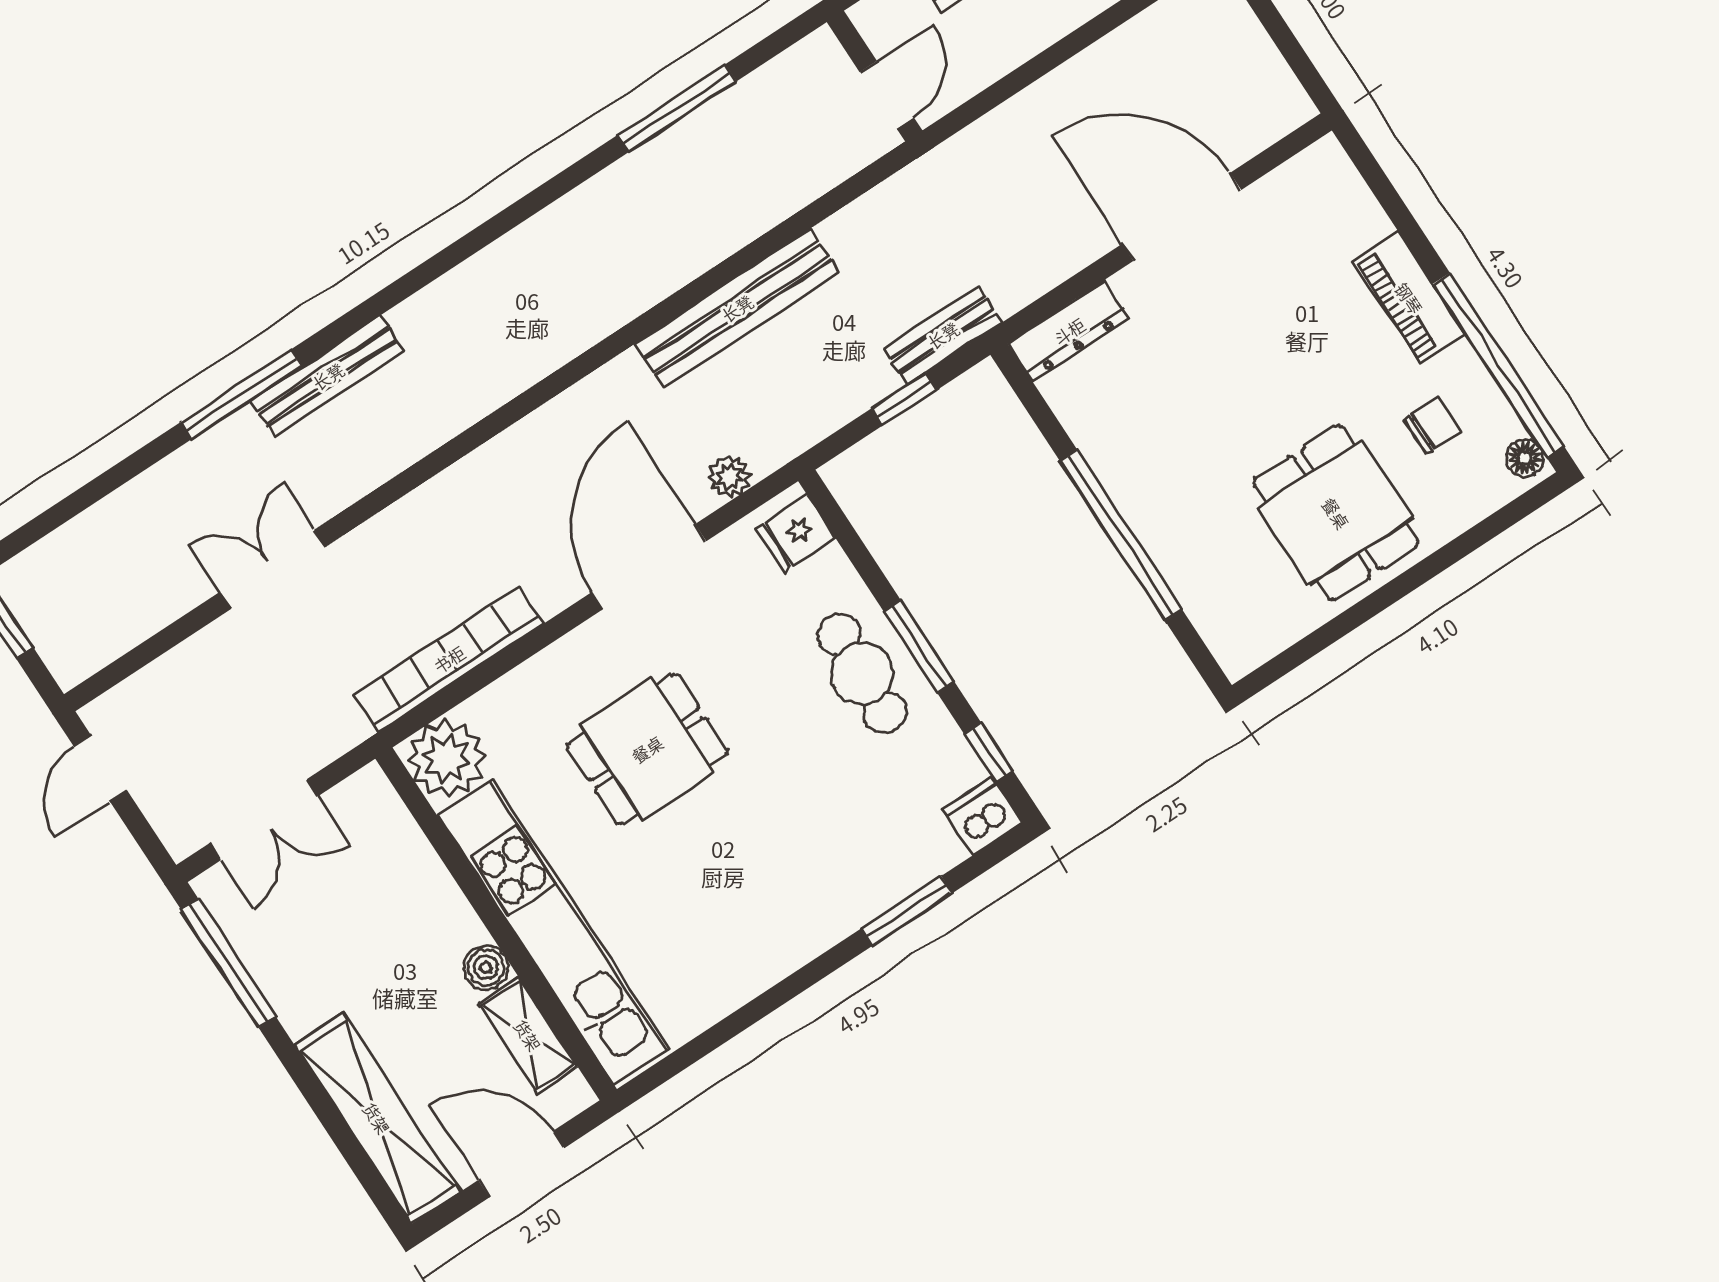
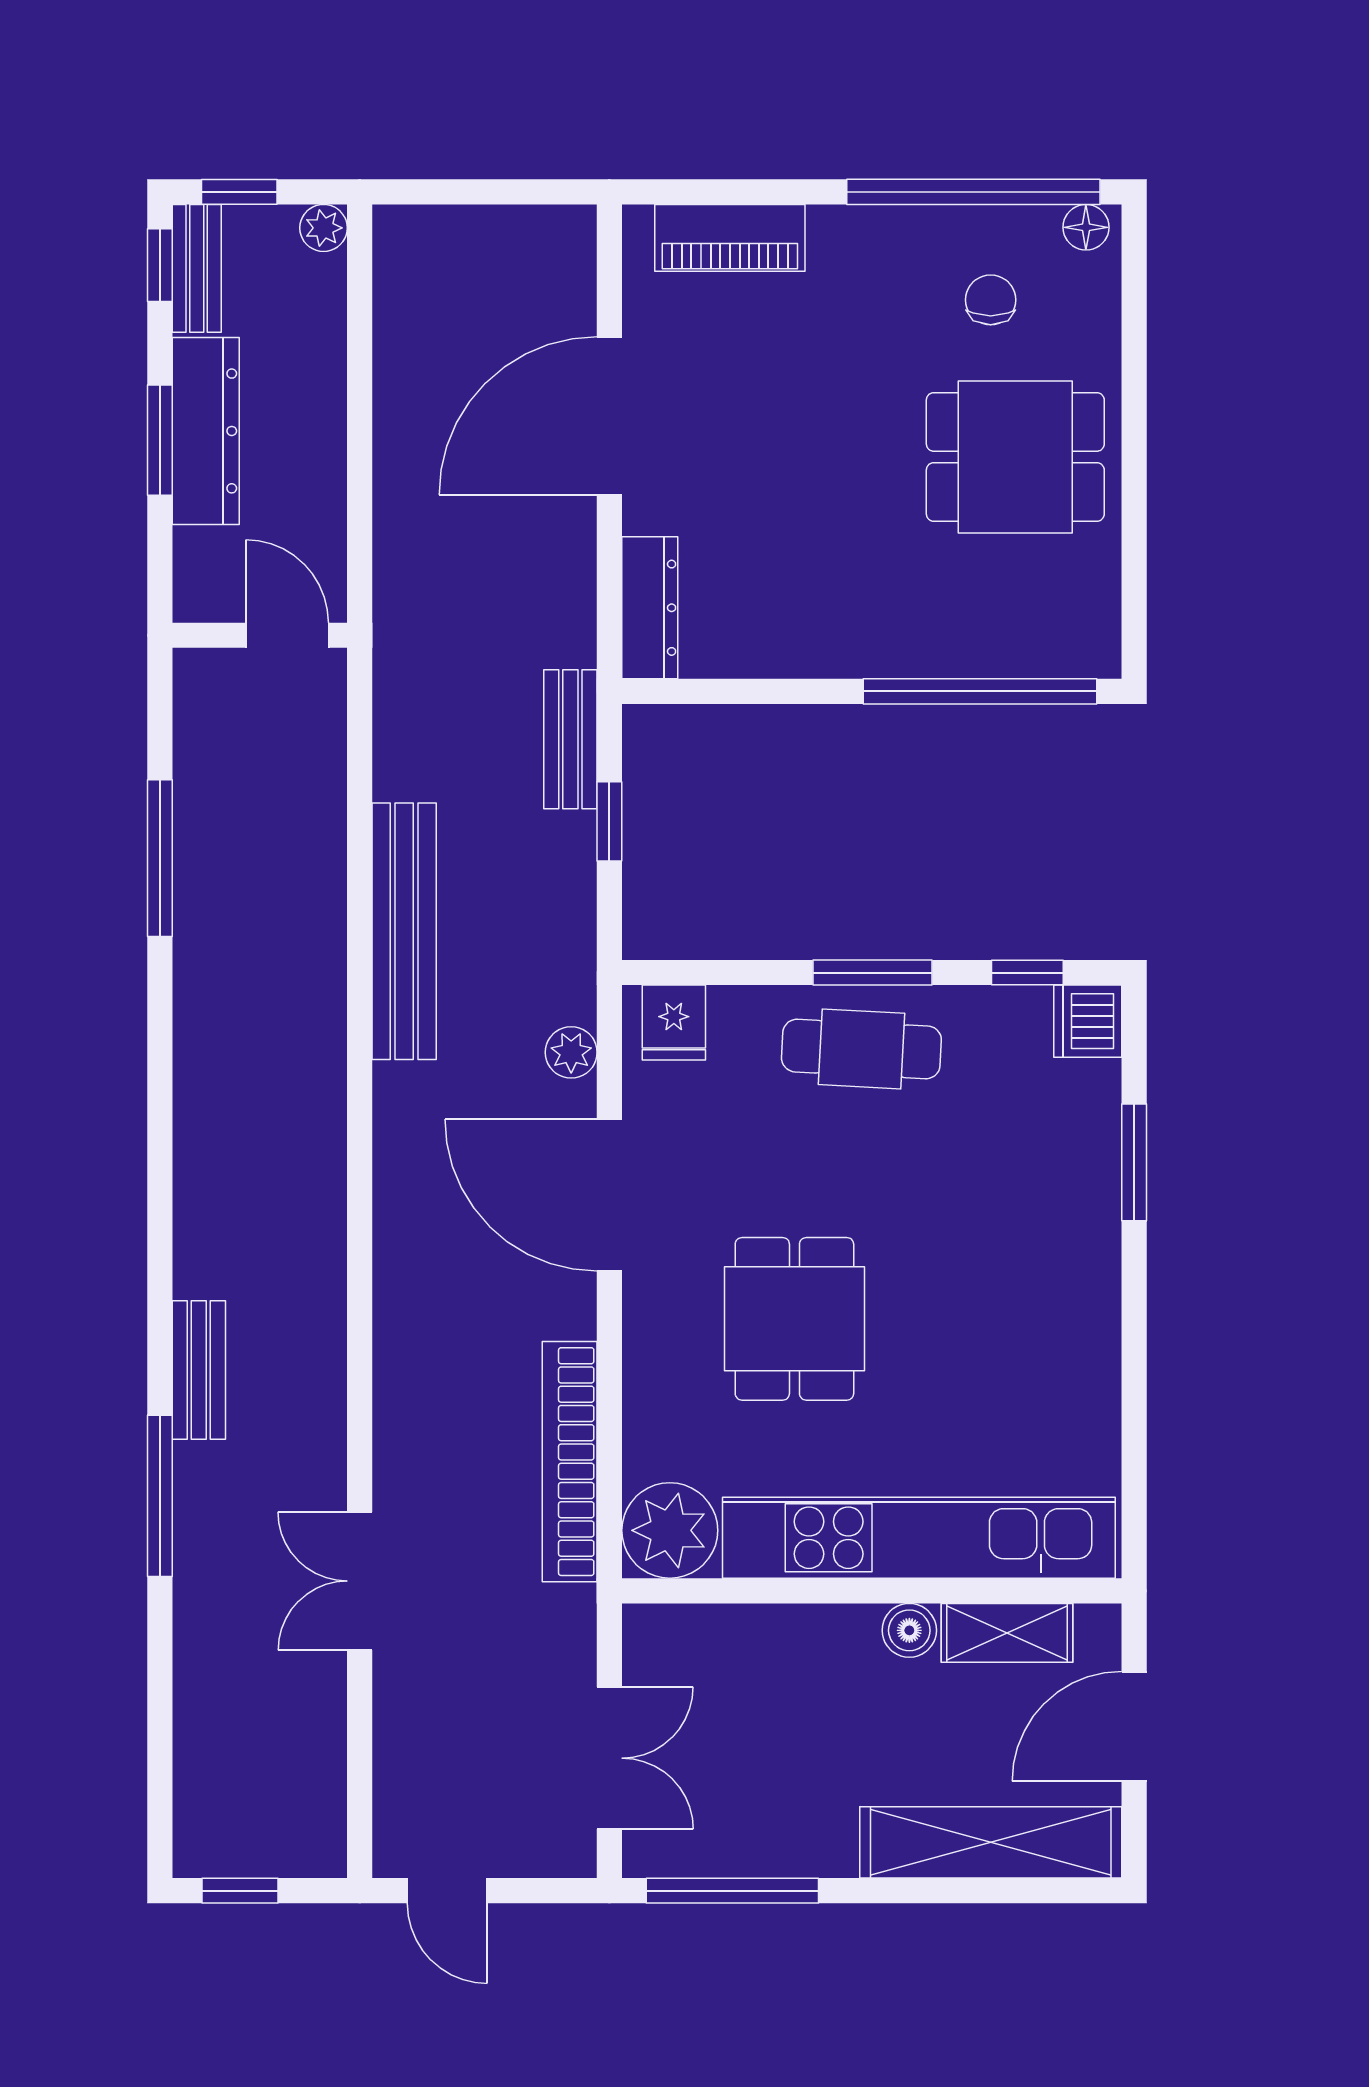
piano: (1409, 298) -> (730, 238), moved
bench: (328, 376) -> (199, 1370), width x0.73
window: (1121, 535) -> (980, 691), moved

